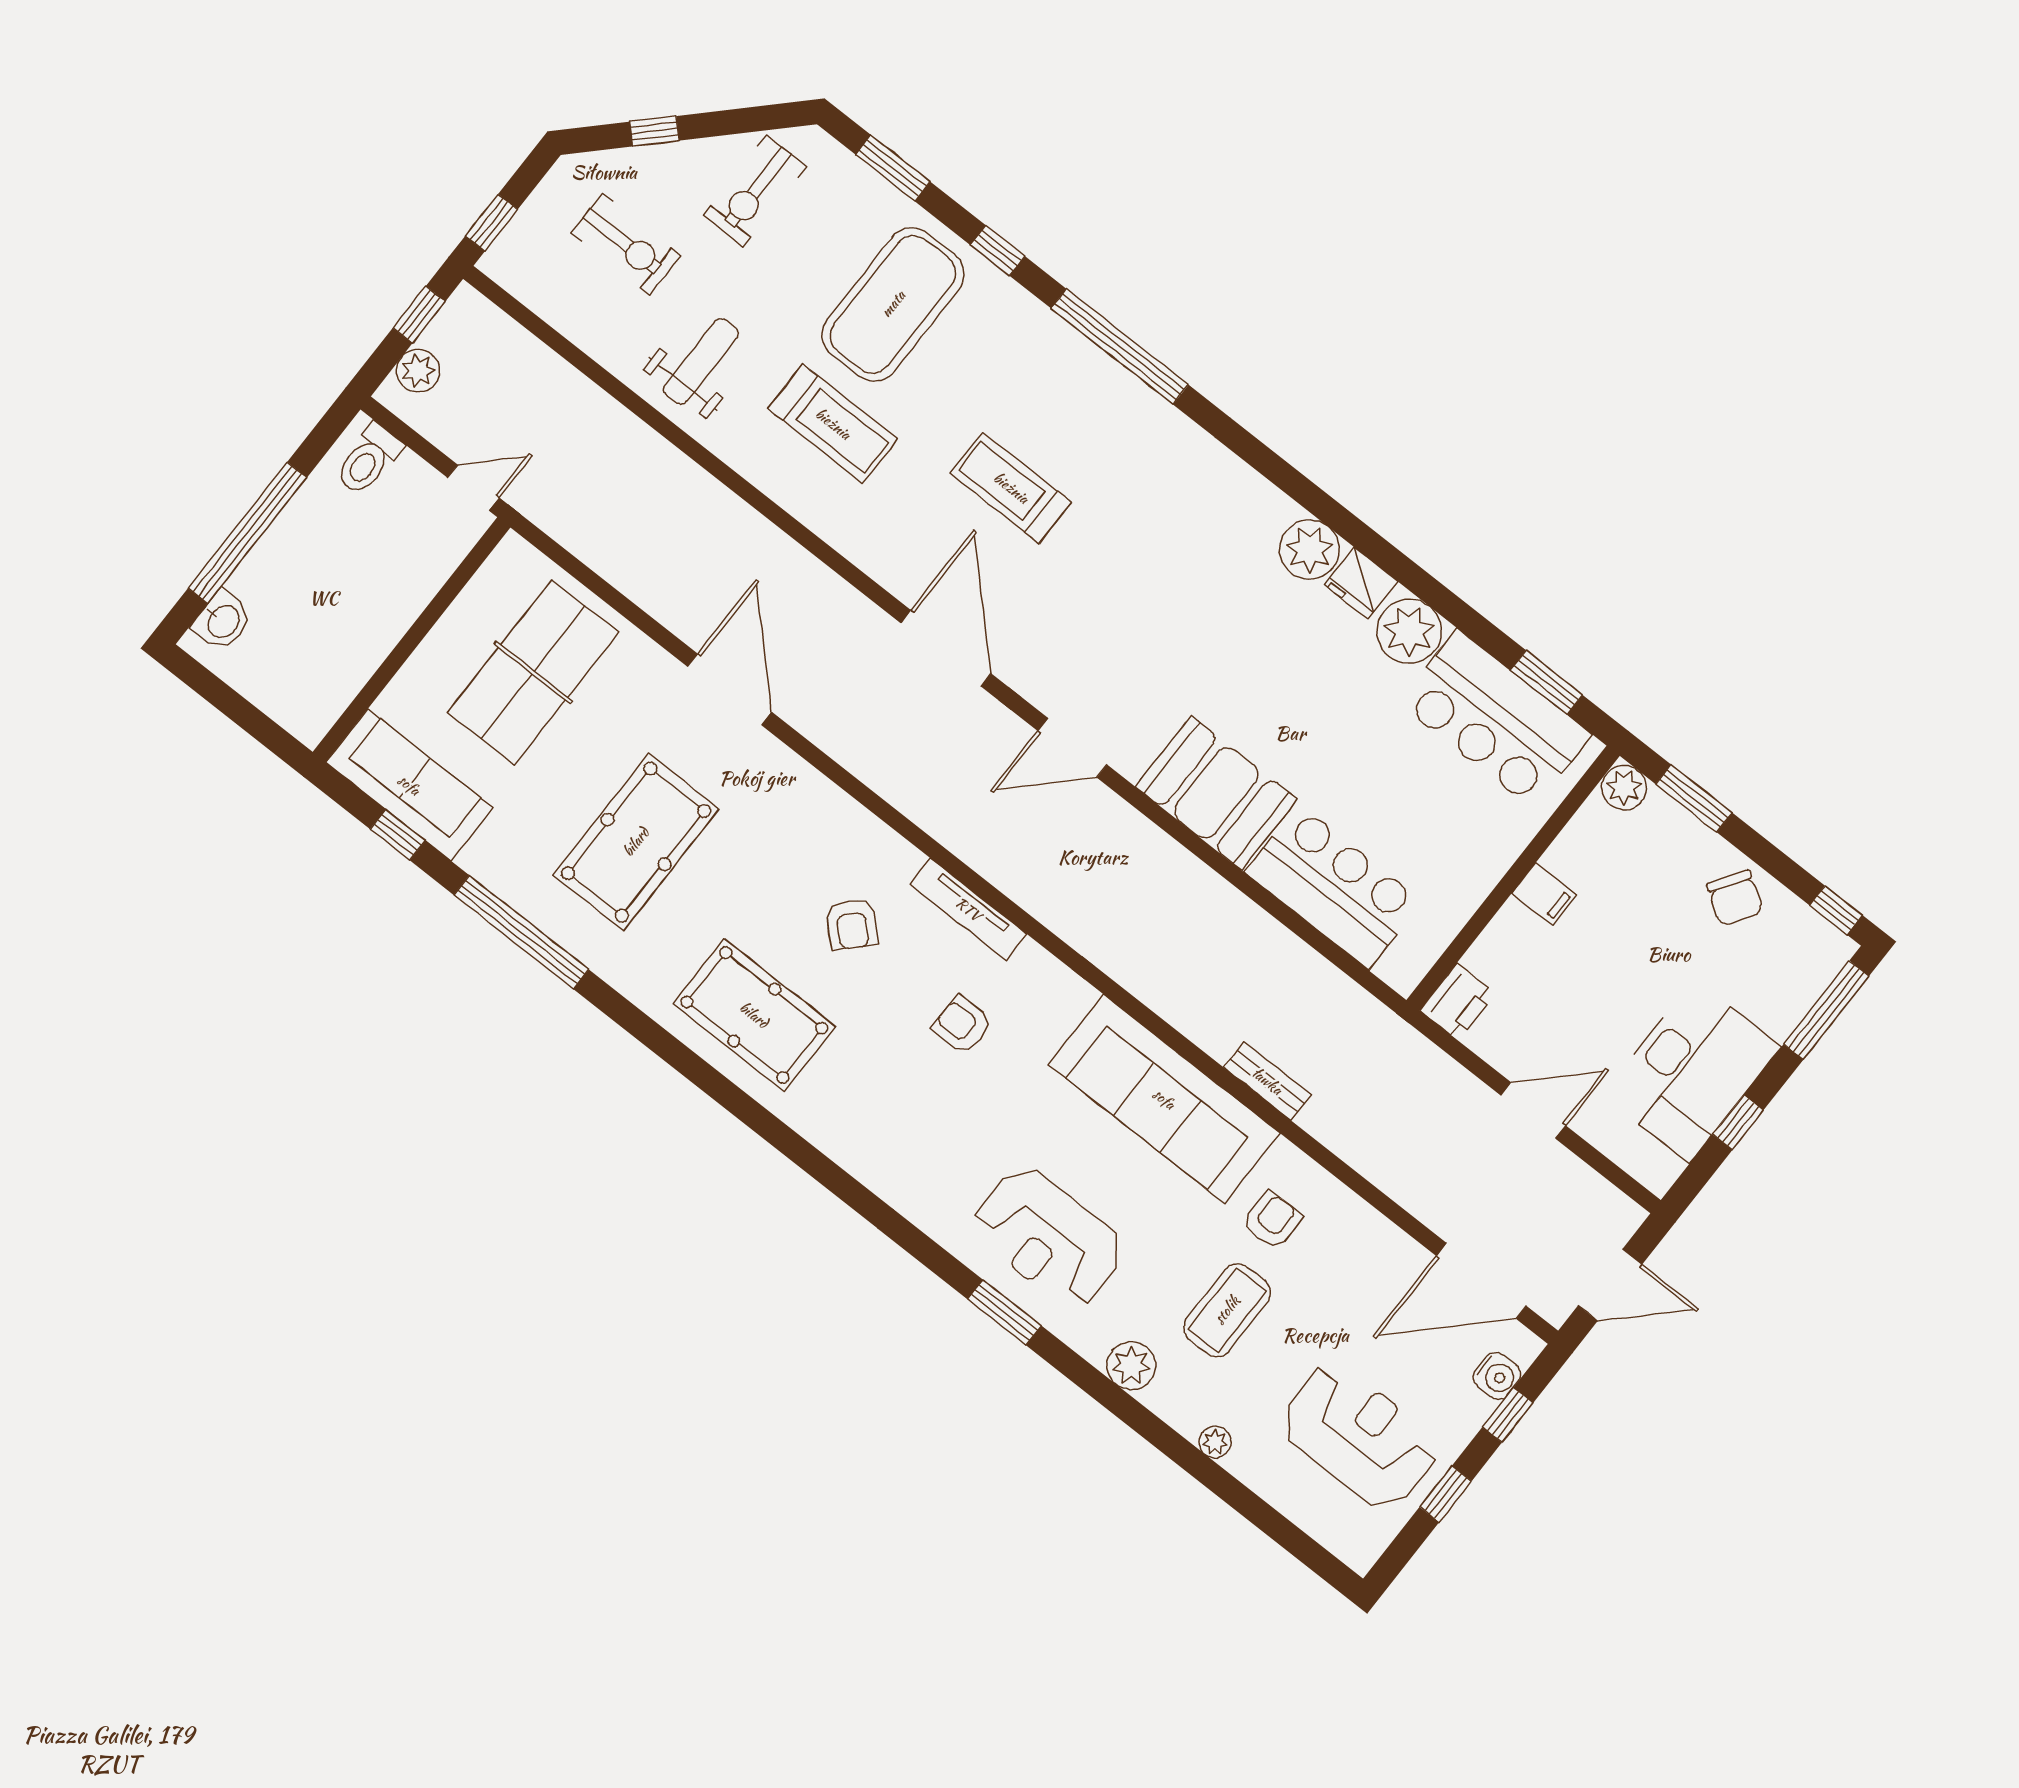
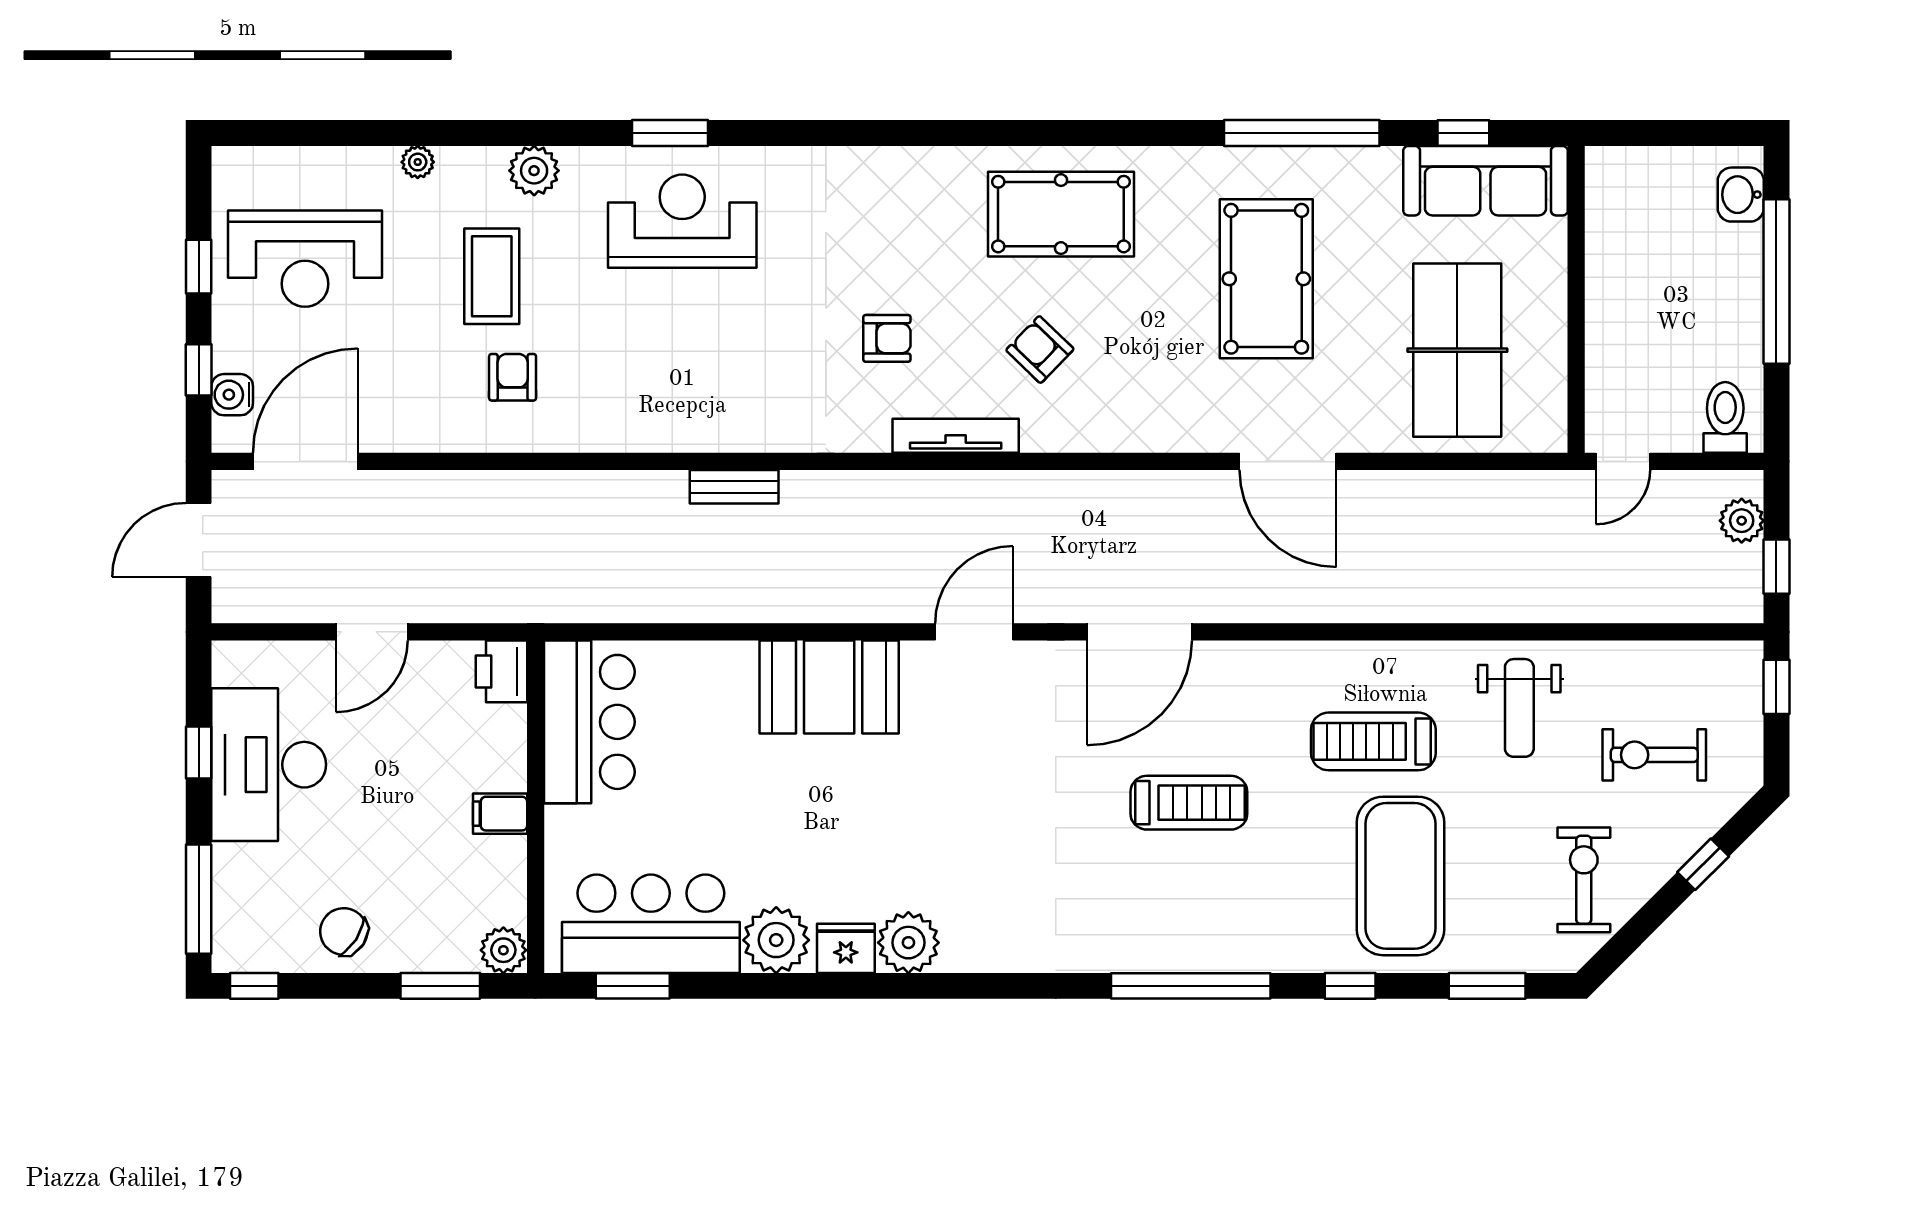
door: (946, 648) -> (1139, 632), hinge flipped
bar counter: (1334, 887) -> (589, 722), moved, turned -90
bench: (1267, 1081) -> (734, 487), moved
sofa: (1164, 1099) -> (677, 407), removed
armchair: (1272, 1220) -> (513, 377), turned 180

